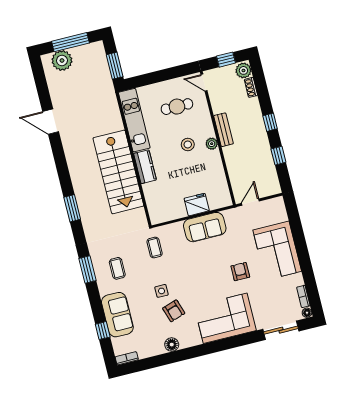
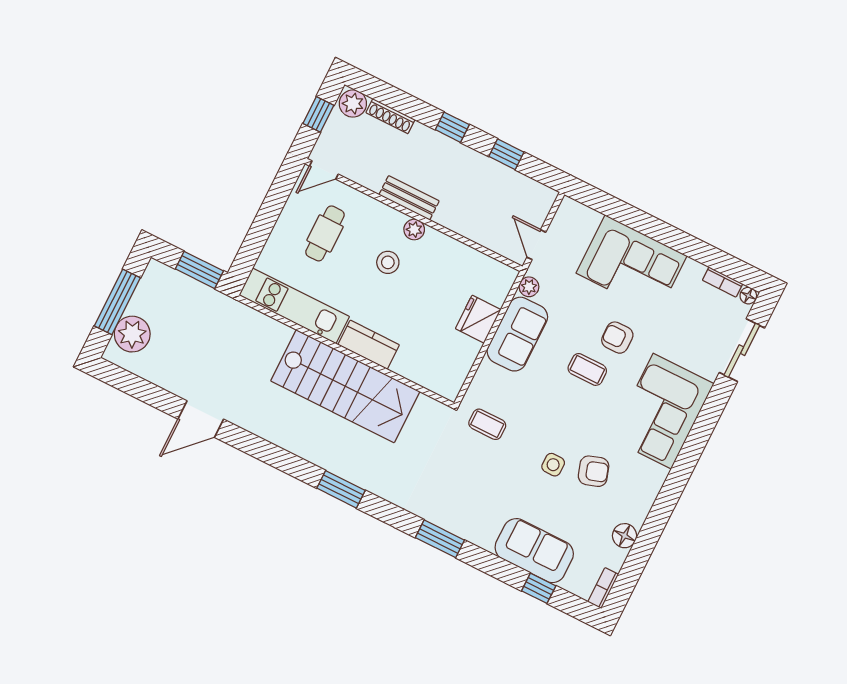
shoe rack: (251, 87) -> (390, 116), width x1.43
plant: (229, 215) -> (529, 287), added
coffee table: (117, 268) -> (587, 369), moved
floor lamp: (172, 345) -> (625, 536), moved

